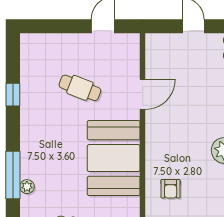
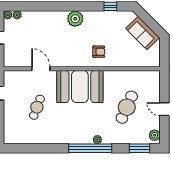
window: (13, 95) -> (41, 148), removed
window: (13, 175) -> (90, 148), width x1.46

